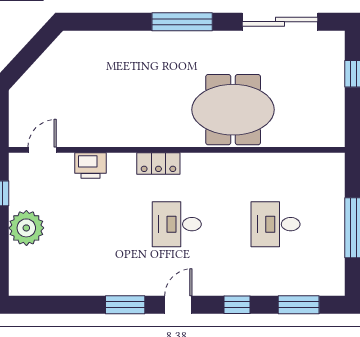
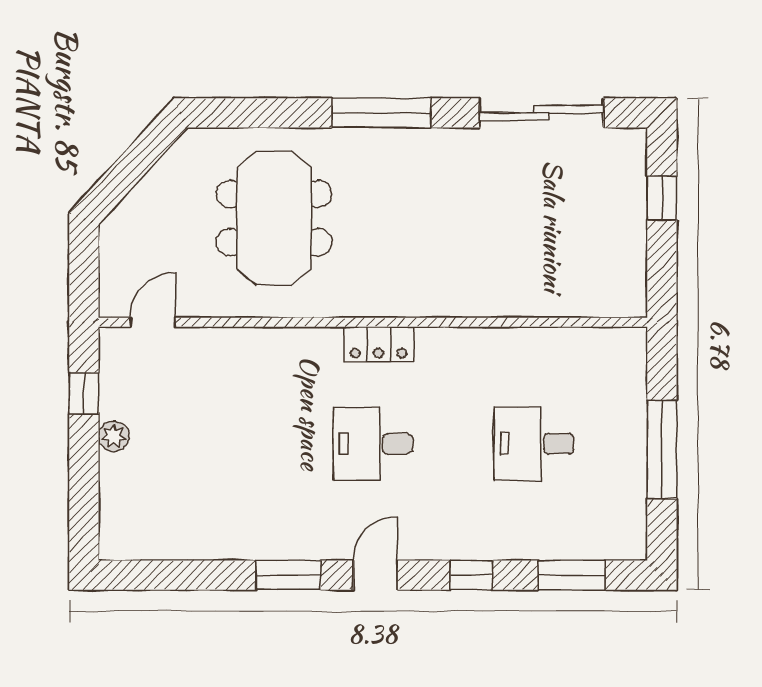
meeting table: (233, 110) -> (274, 218), moved, turned 90
locker: (158, 163) -> (379, 344), moved
printer: (91, 166) -> (232, 348), removed
plant: (26, 228) -> (114, 436), width x0.53, depth x0.53

